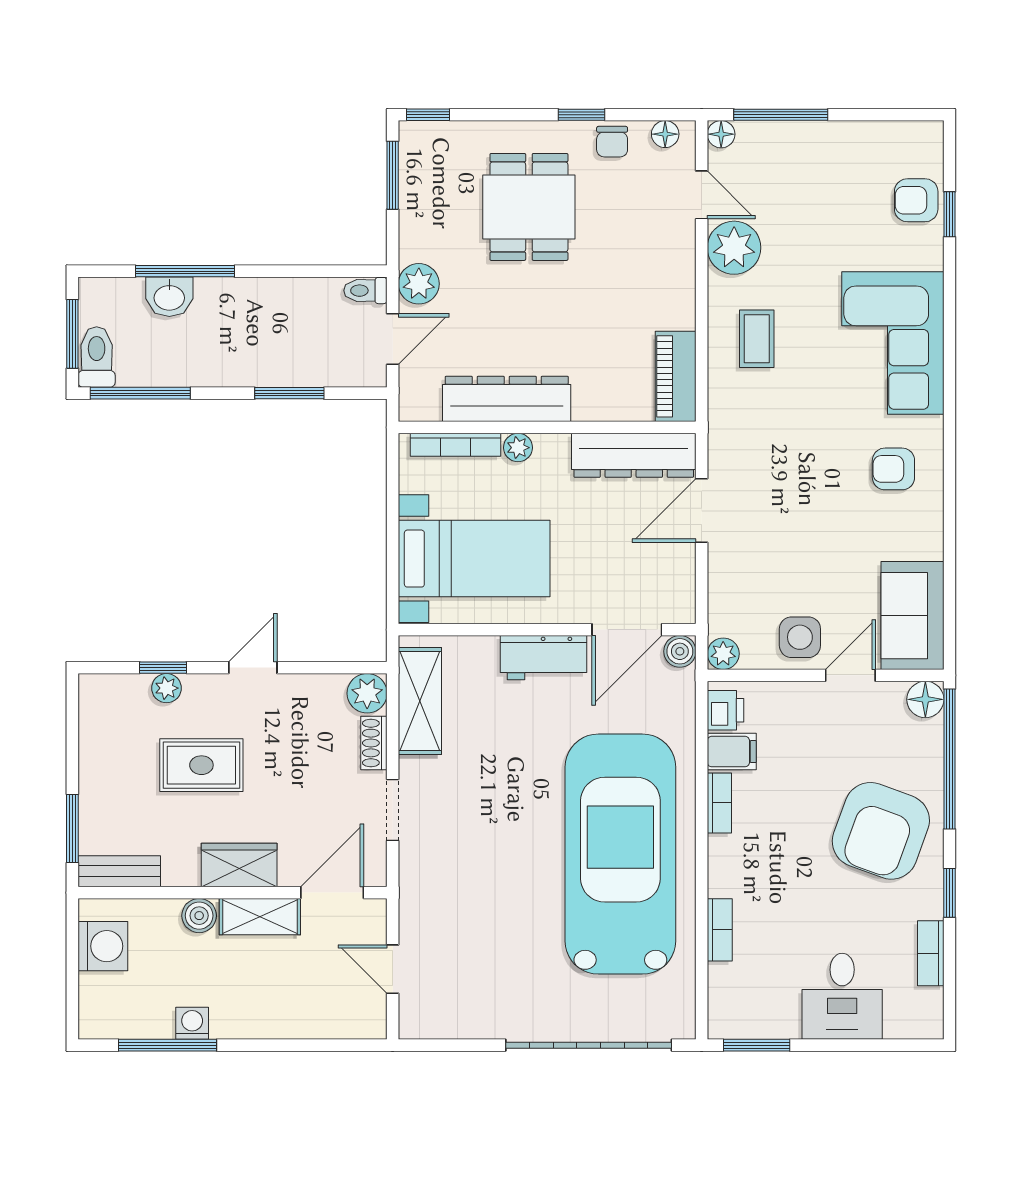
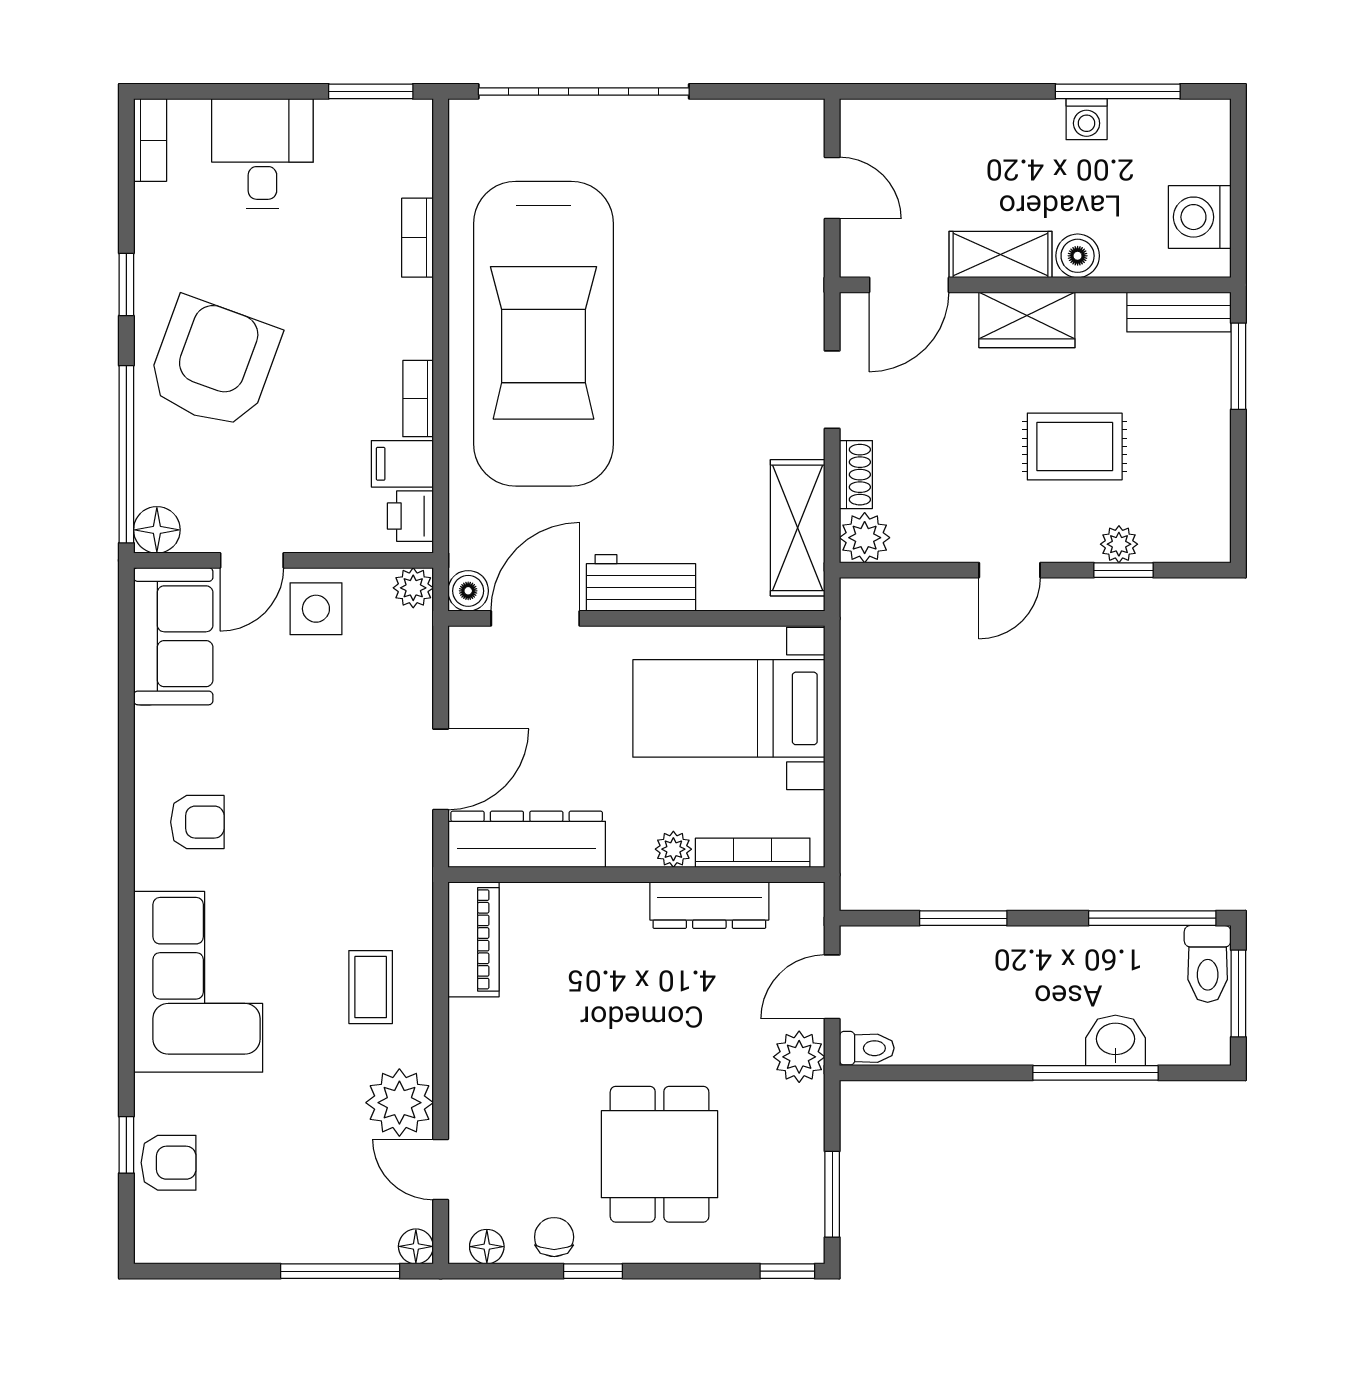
dresser: (507, 399) -> (709, 905), width x0.73, depth x0.80
bookcase: (931, 953) -> (150, 140), moved

